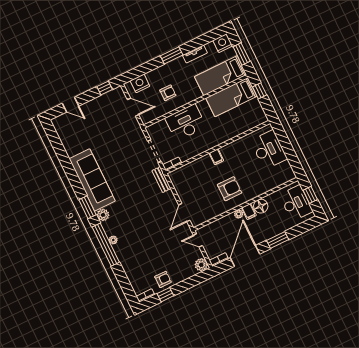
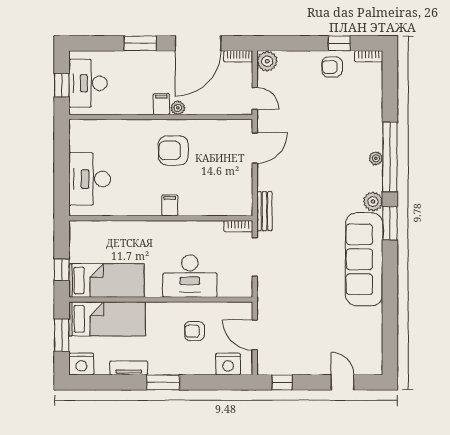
floor lamp: (261, 206) -> (141, 104), removed

